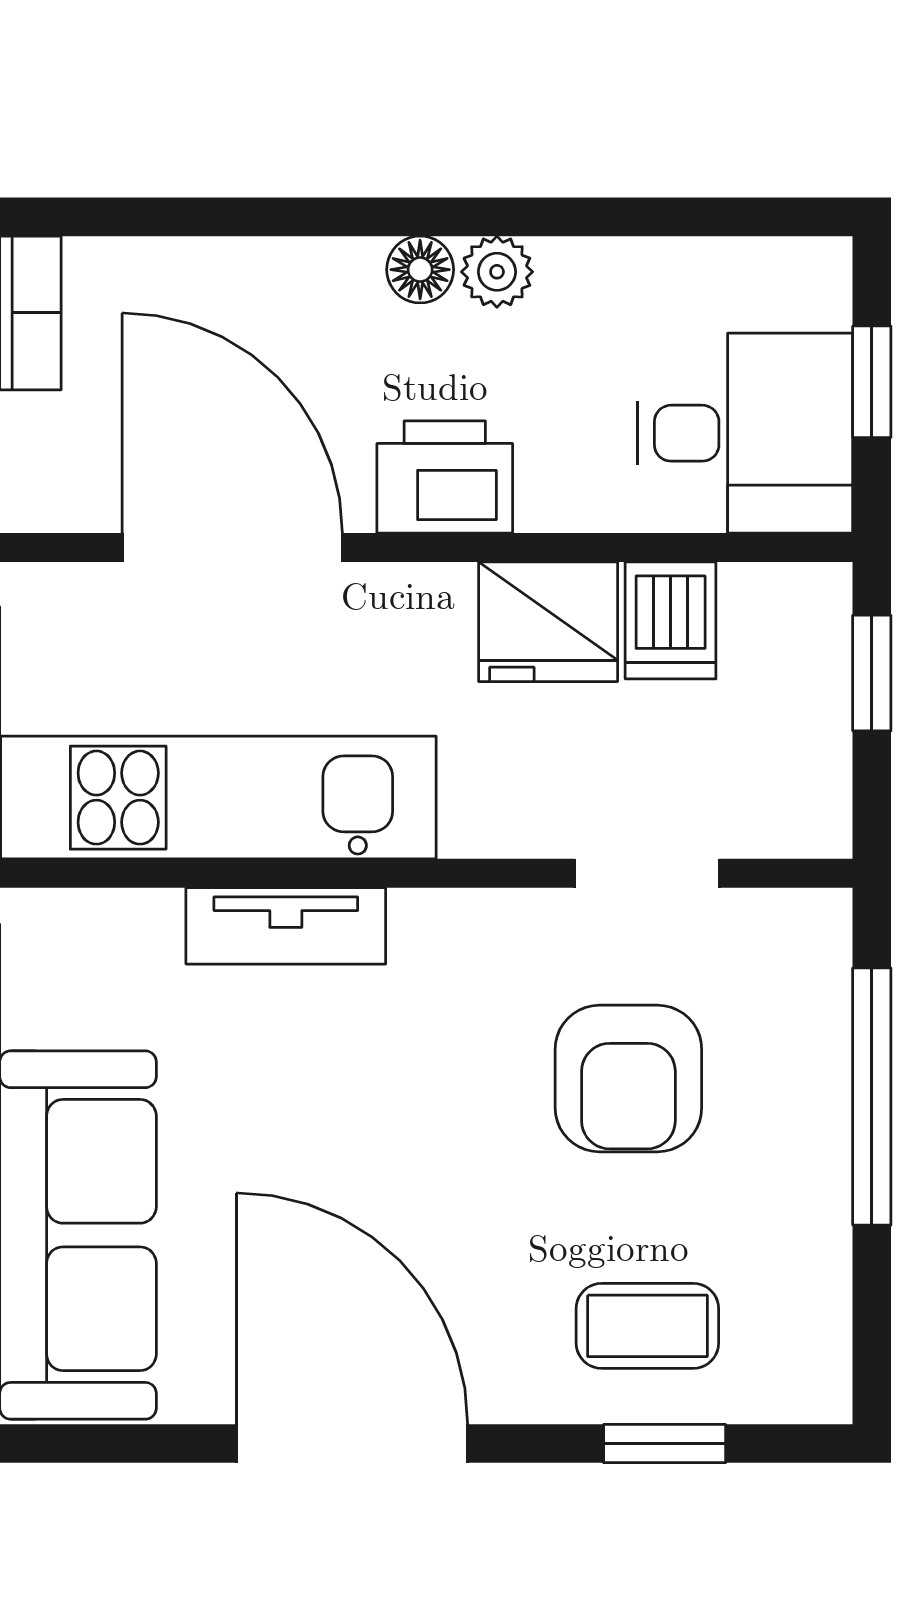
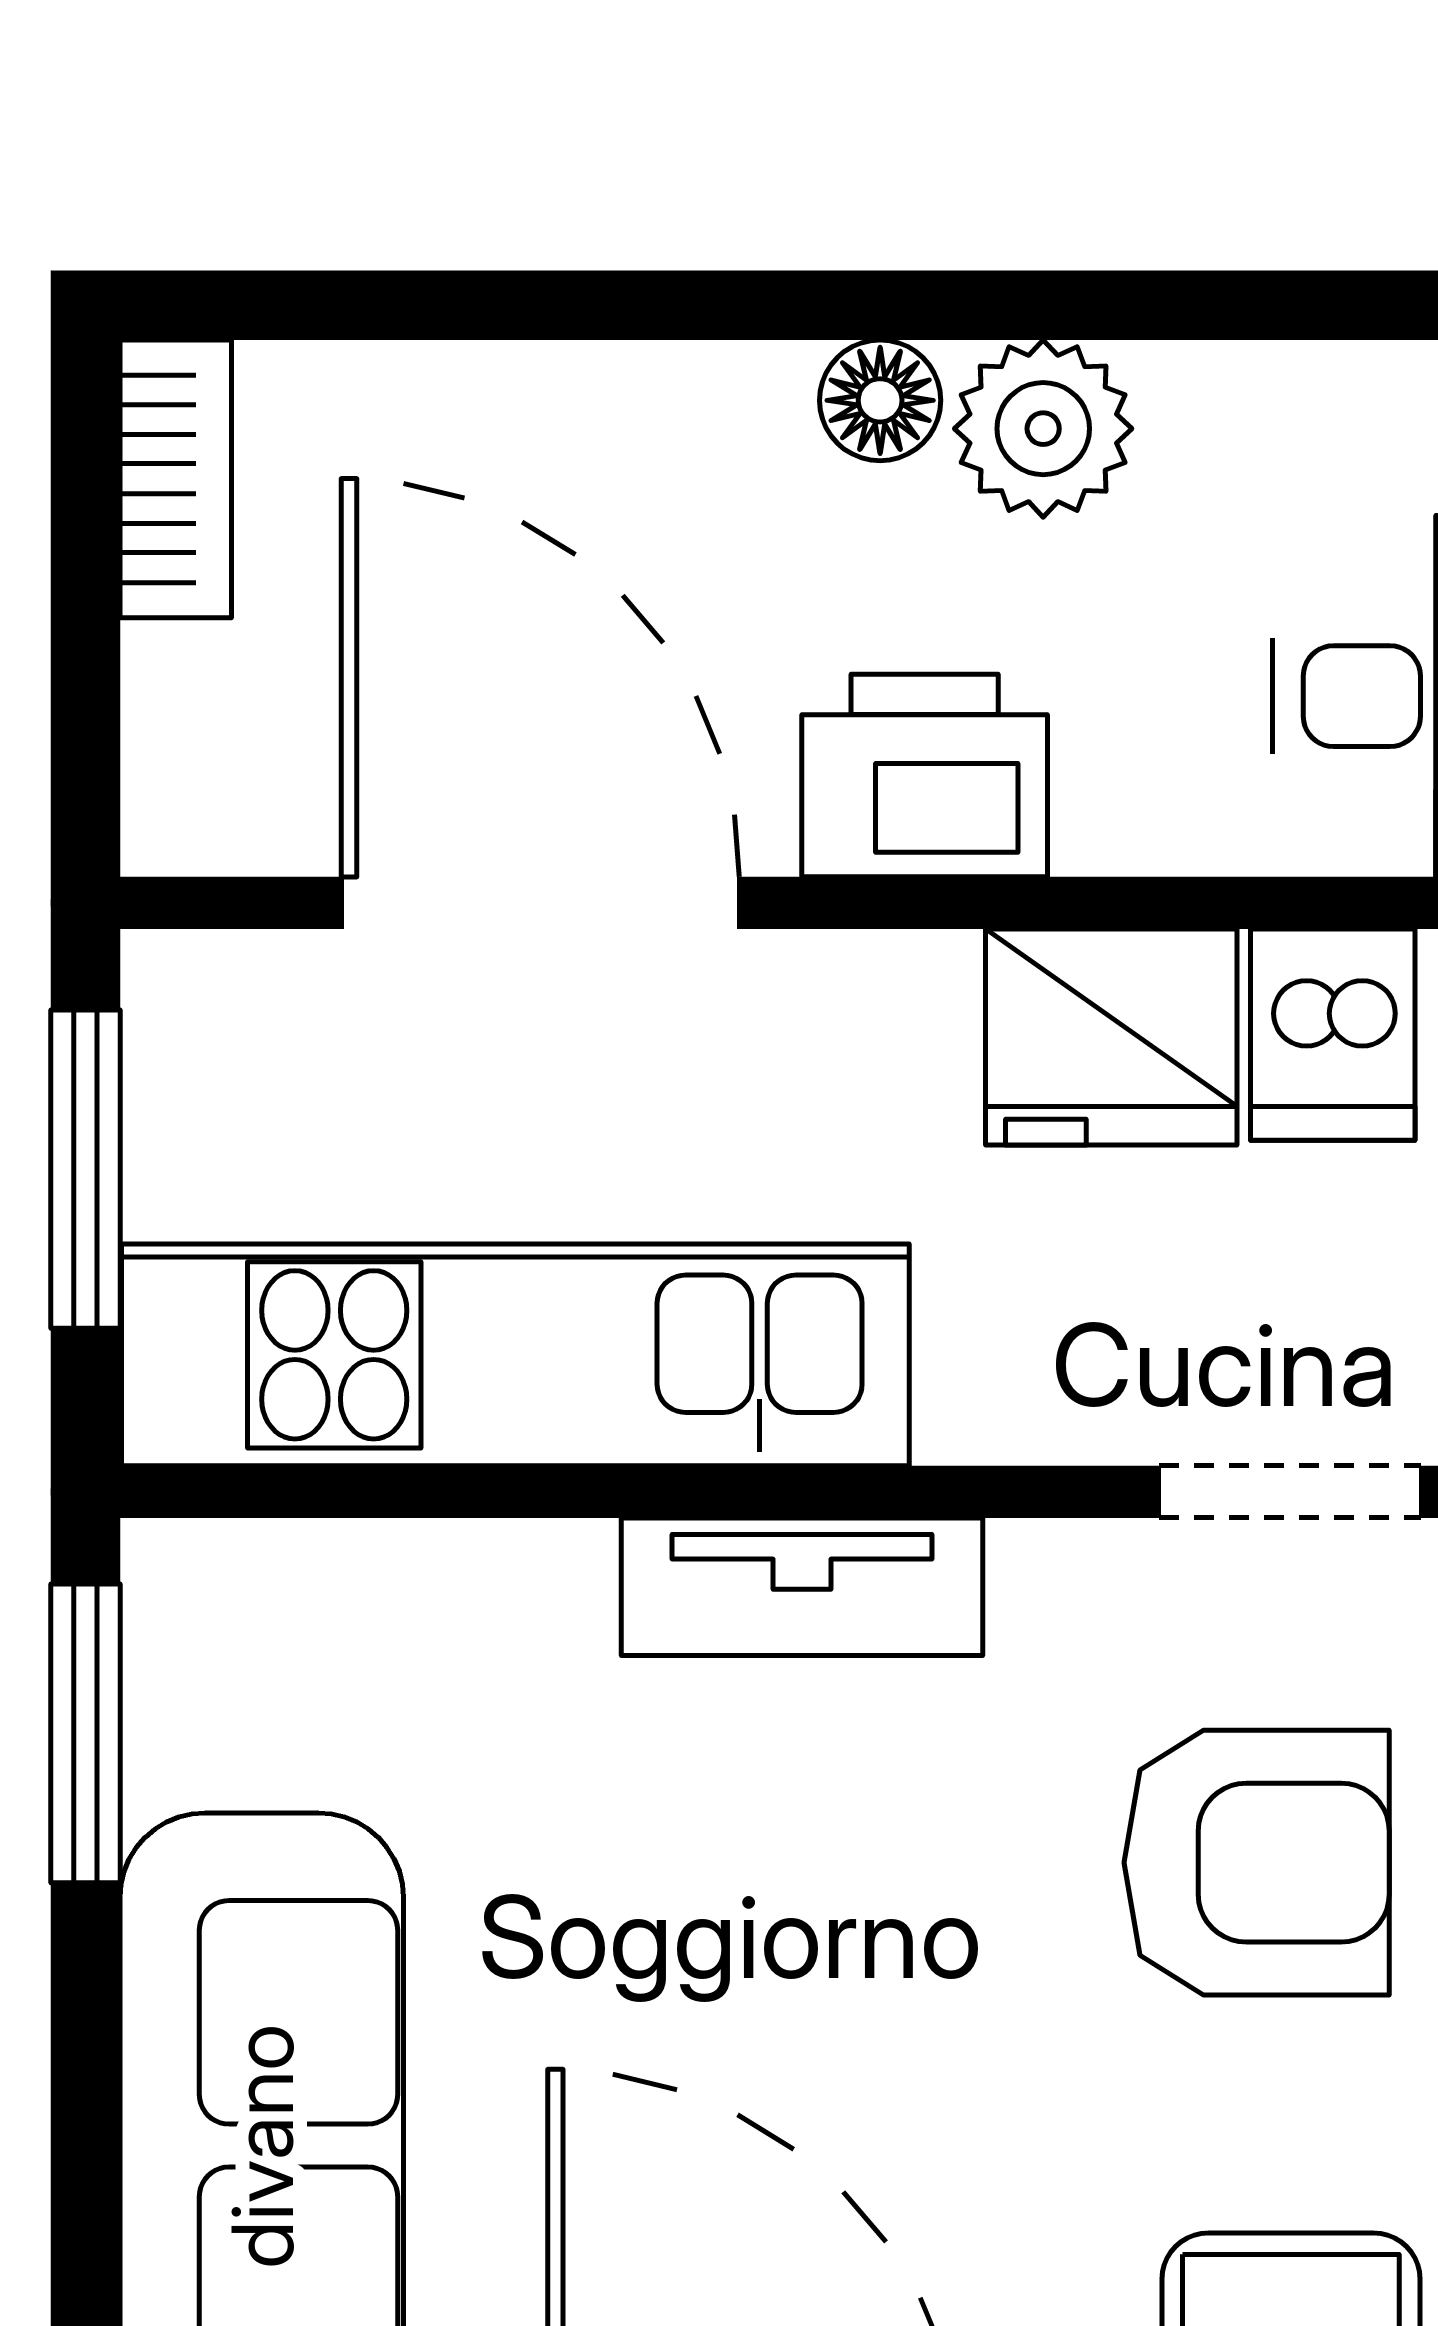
plant: (497, 272) -> (1043, 429), width x1.38, depth x1.38
tv unit: (286, 926) -> (802, 1587), moved
armchair: (628, 1079) -> (1257, 1863), turned -90

